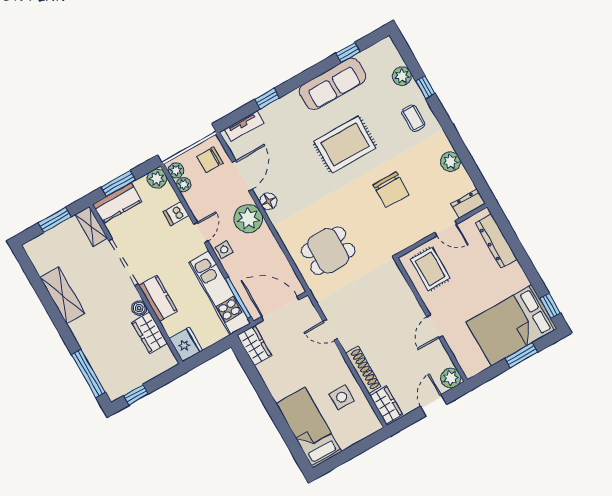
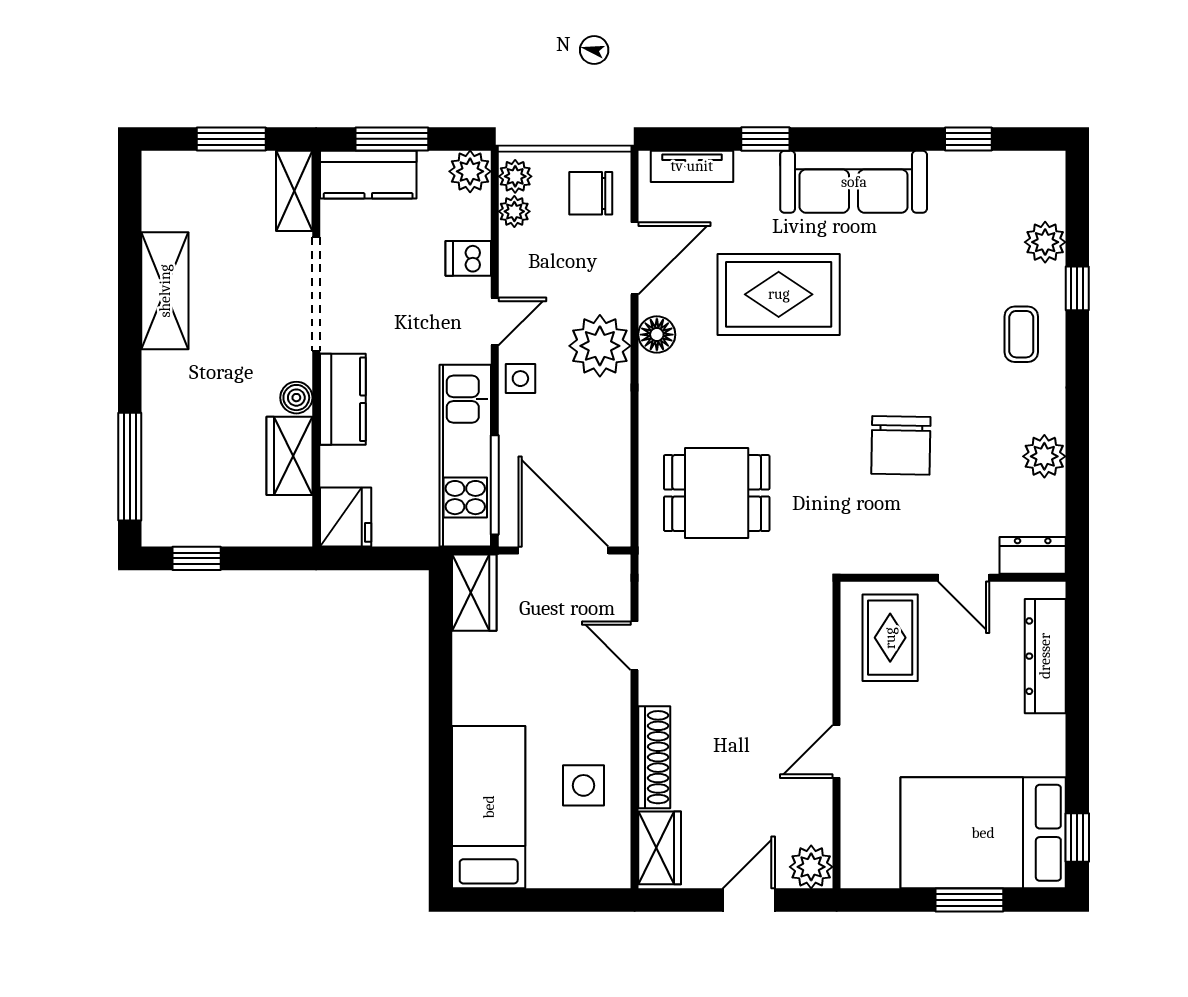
sofa: (333, 84) -> (854, 182), moved
rug: (345, 145) -> (779, 294), moved

